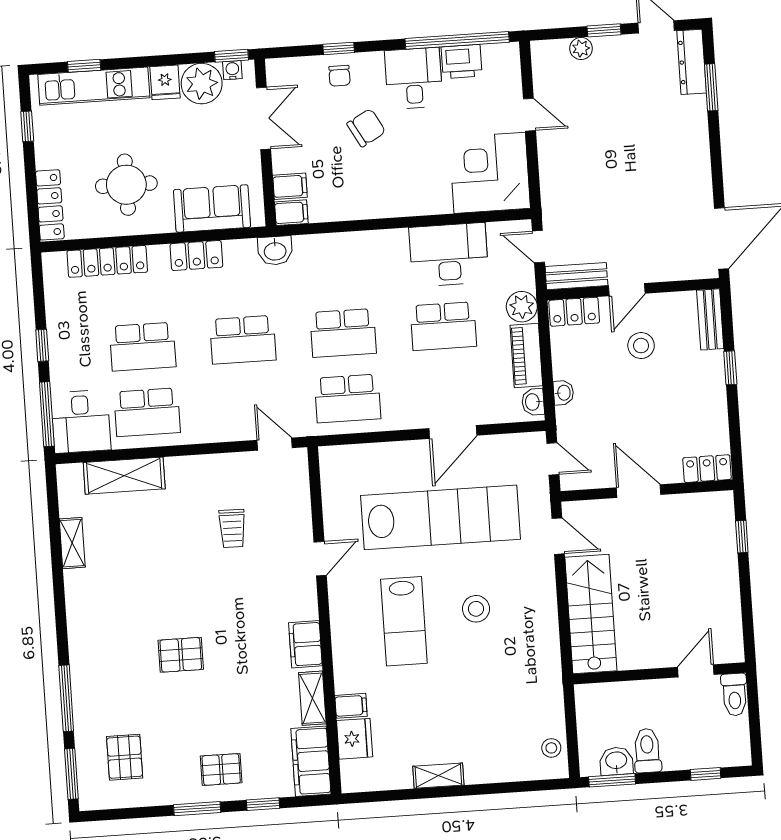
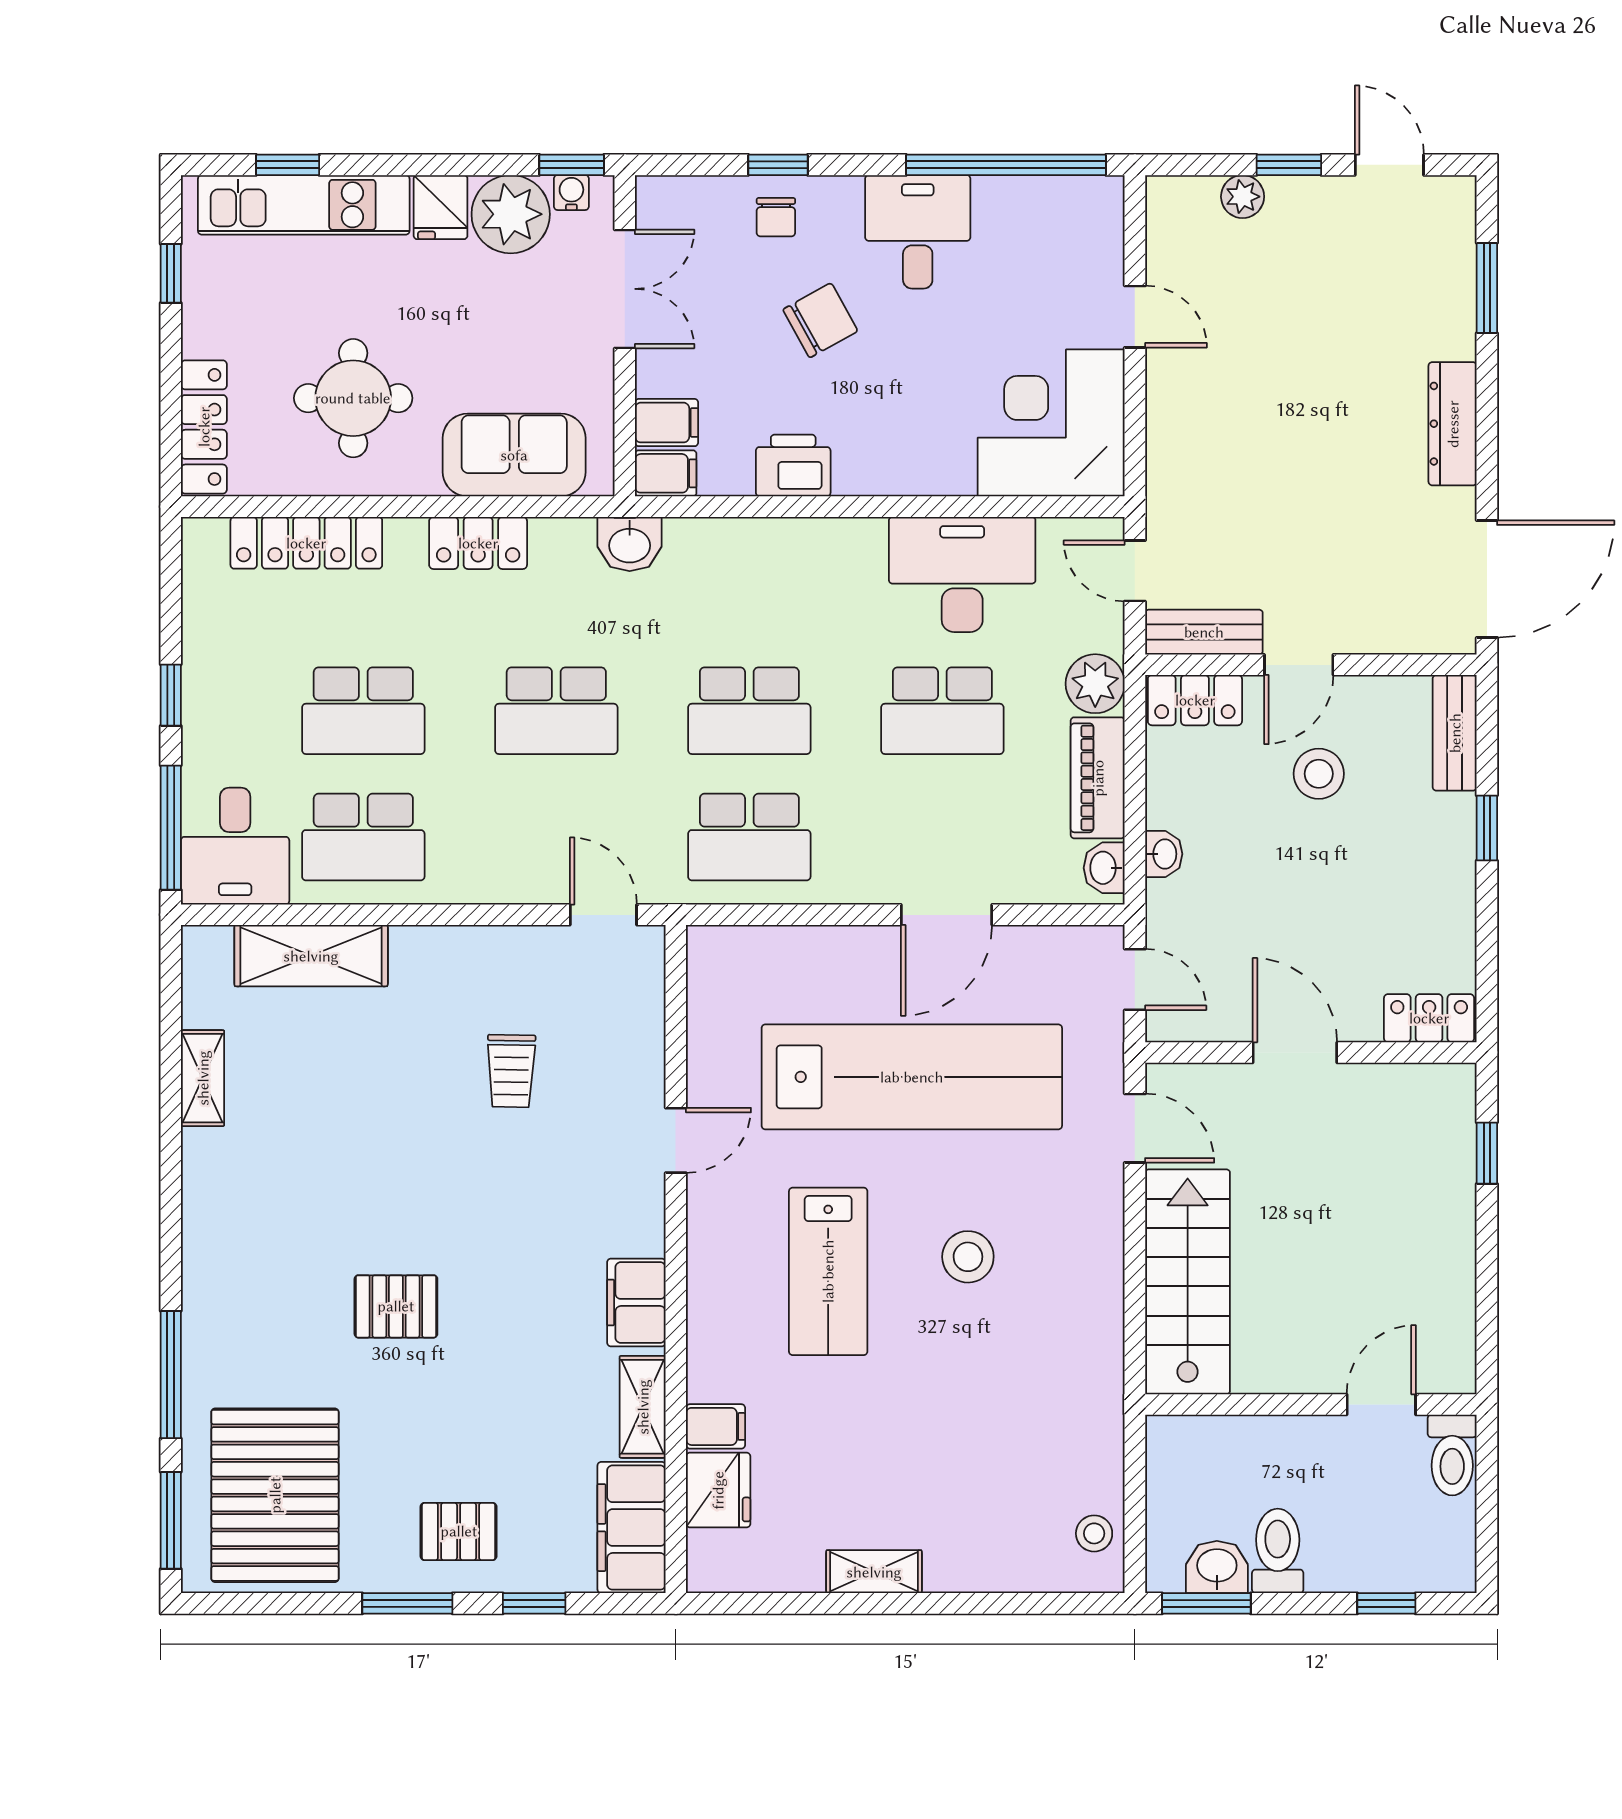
printer: (462, 62) -> (793, 466), moved, turned 180
dresser: (692, 62) -> (1453, 424), moved
pallet: (125, 757) -> (275, 1495), width x2.05, depth x2.00

